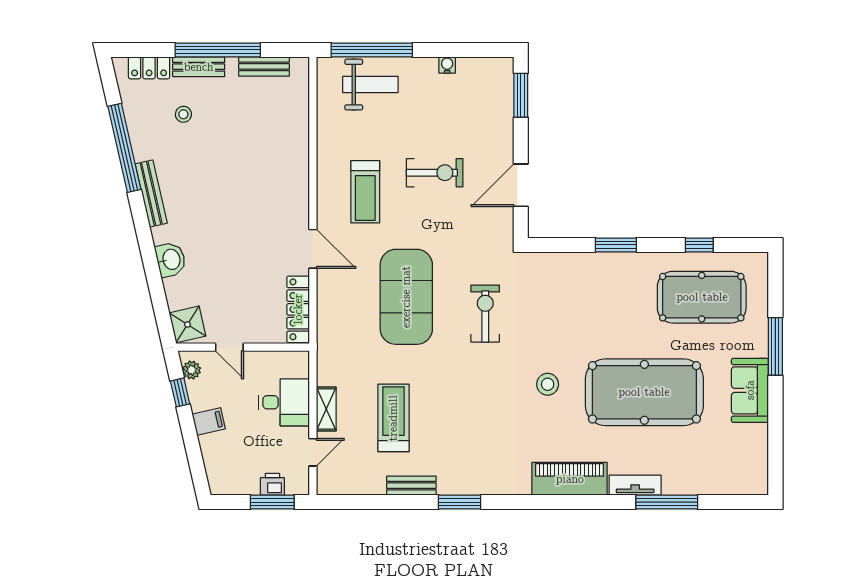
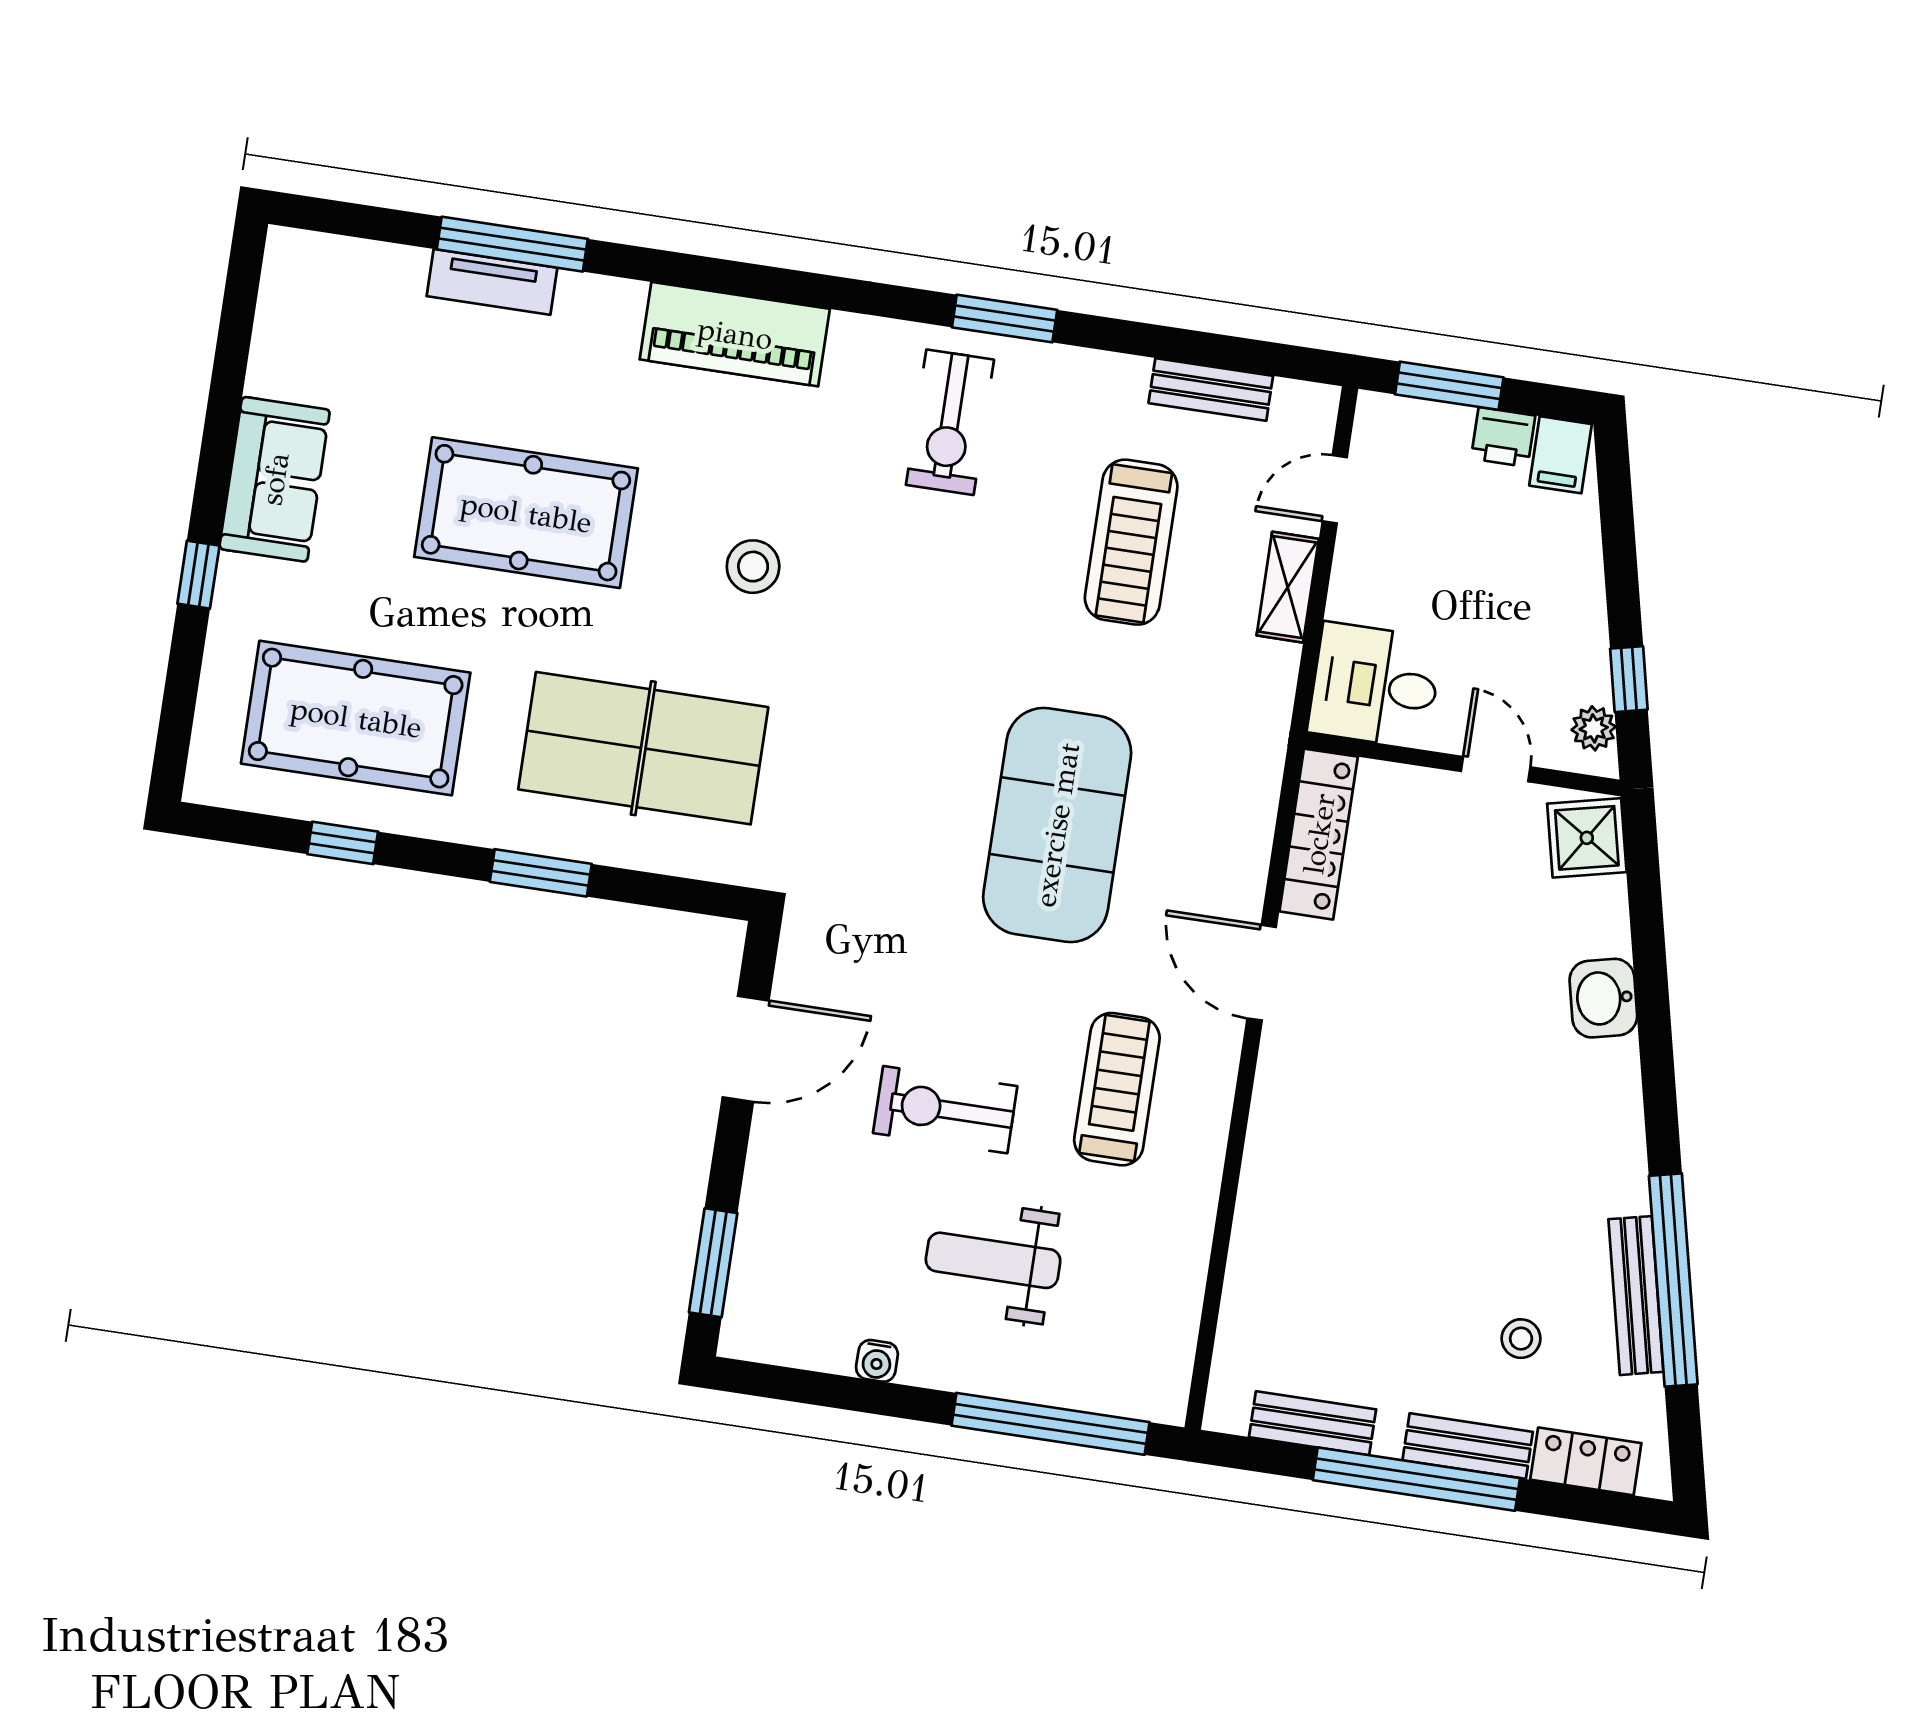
weight bench: (370, 85) -> (993, 1260), moved
bench: (151, 194) -> (1636, 1296), moved
table tennis table: (581, 303) -> (643, 748), added
exercise bike: (485, 314) -> (950, 422), moved
window: (775, 346) -> (198, 575), width x0.46
pool table: (644, 392) -> (526, 513), width x0.73, depth x0.76
desk: (284, 402) -> (1375, 686), moved
filing cabinet: (209, 421) -> (1561, 455), moved, turned -77
printer: (272, 484) -> (1503, 437), moved
tv unit: (635, 485) -> (492, 282), moved
bench: (411, 486) -> (1211, 389), moved

